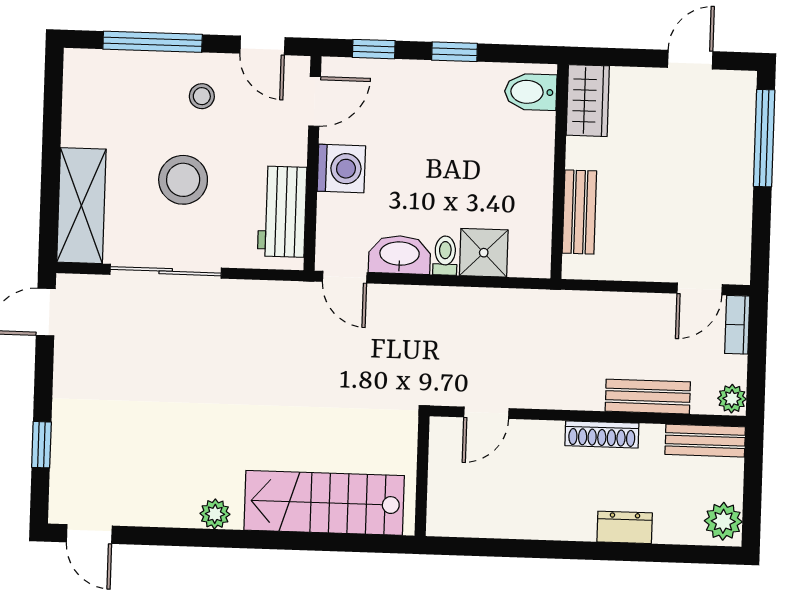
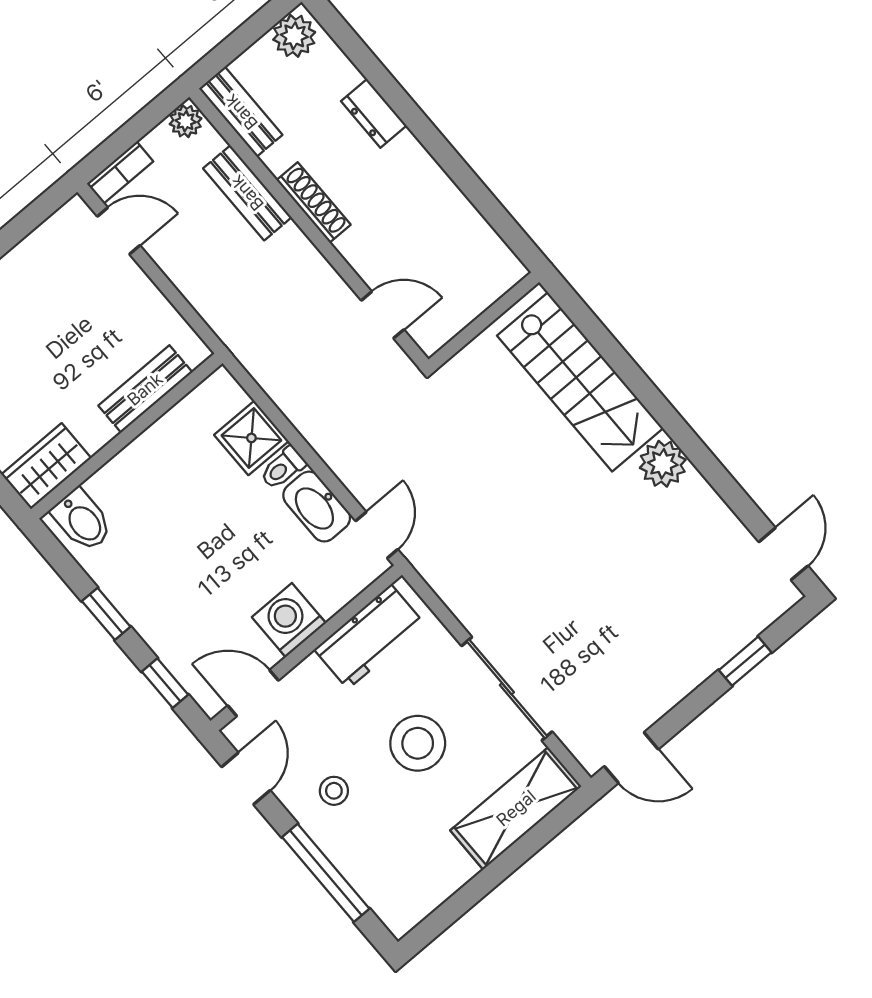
plant: (215, 514) -> (663, 464), width x1.38, depth x1.38

